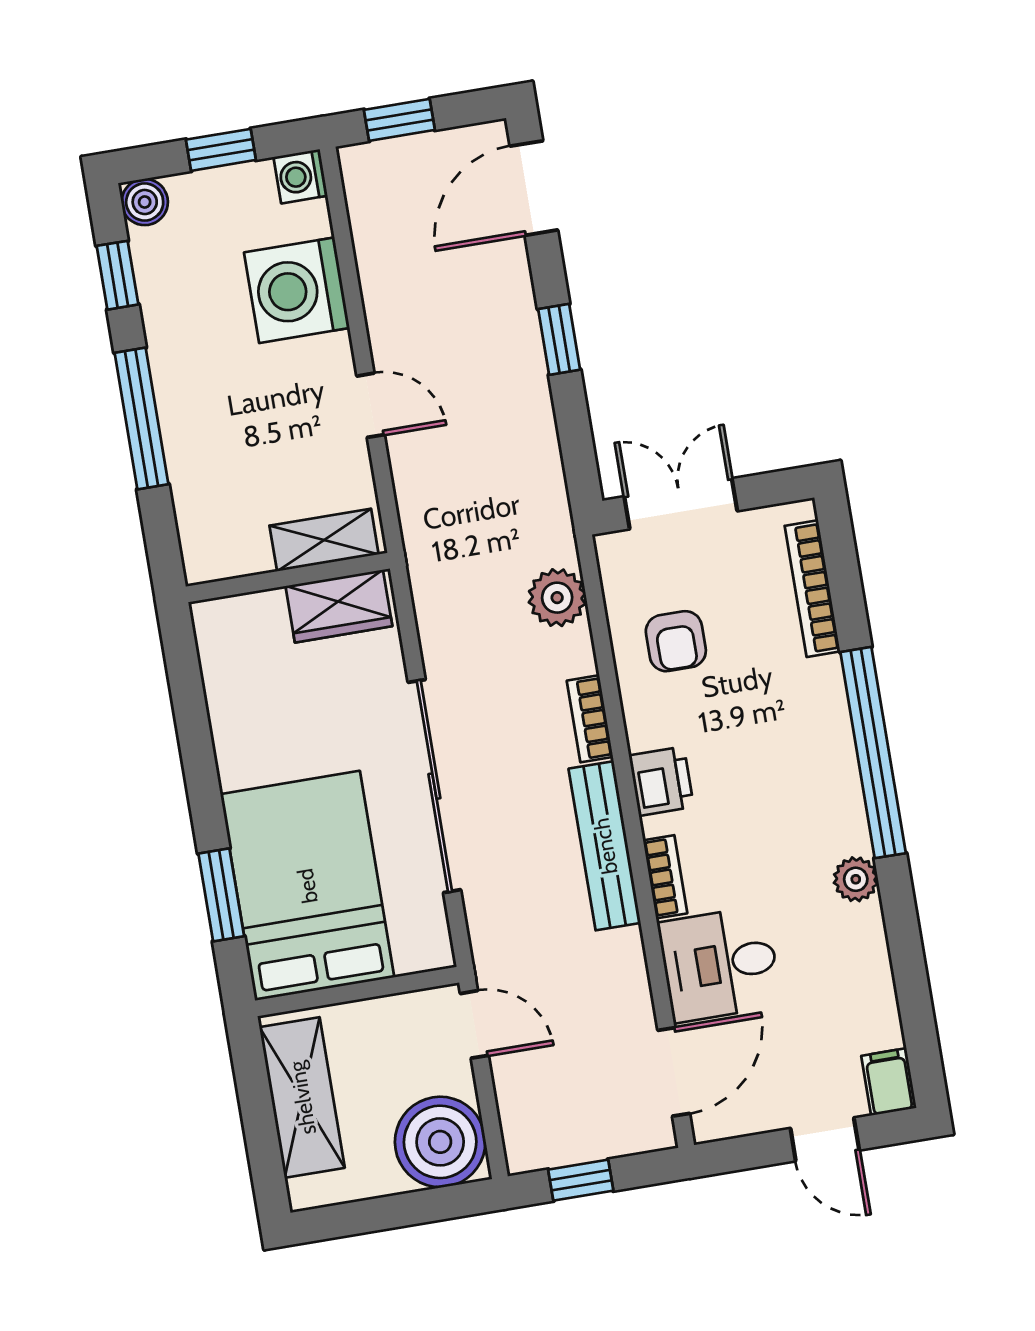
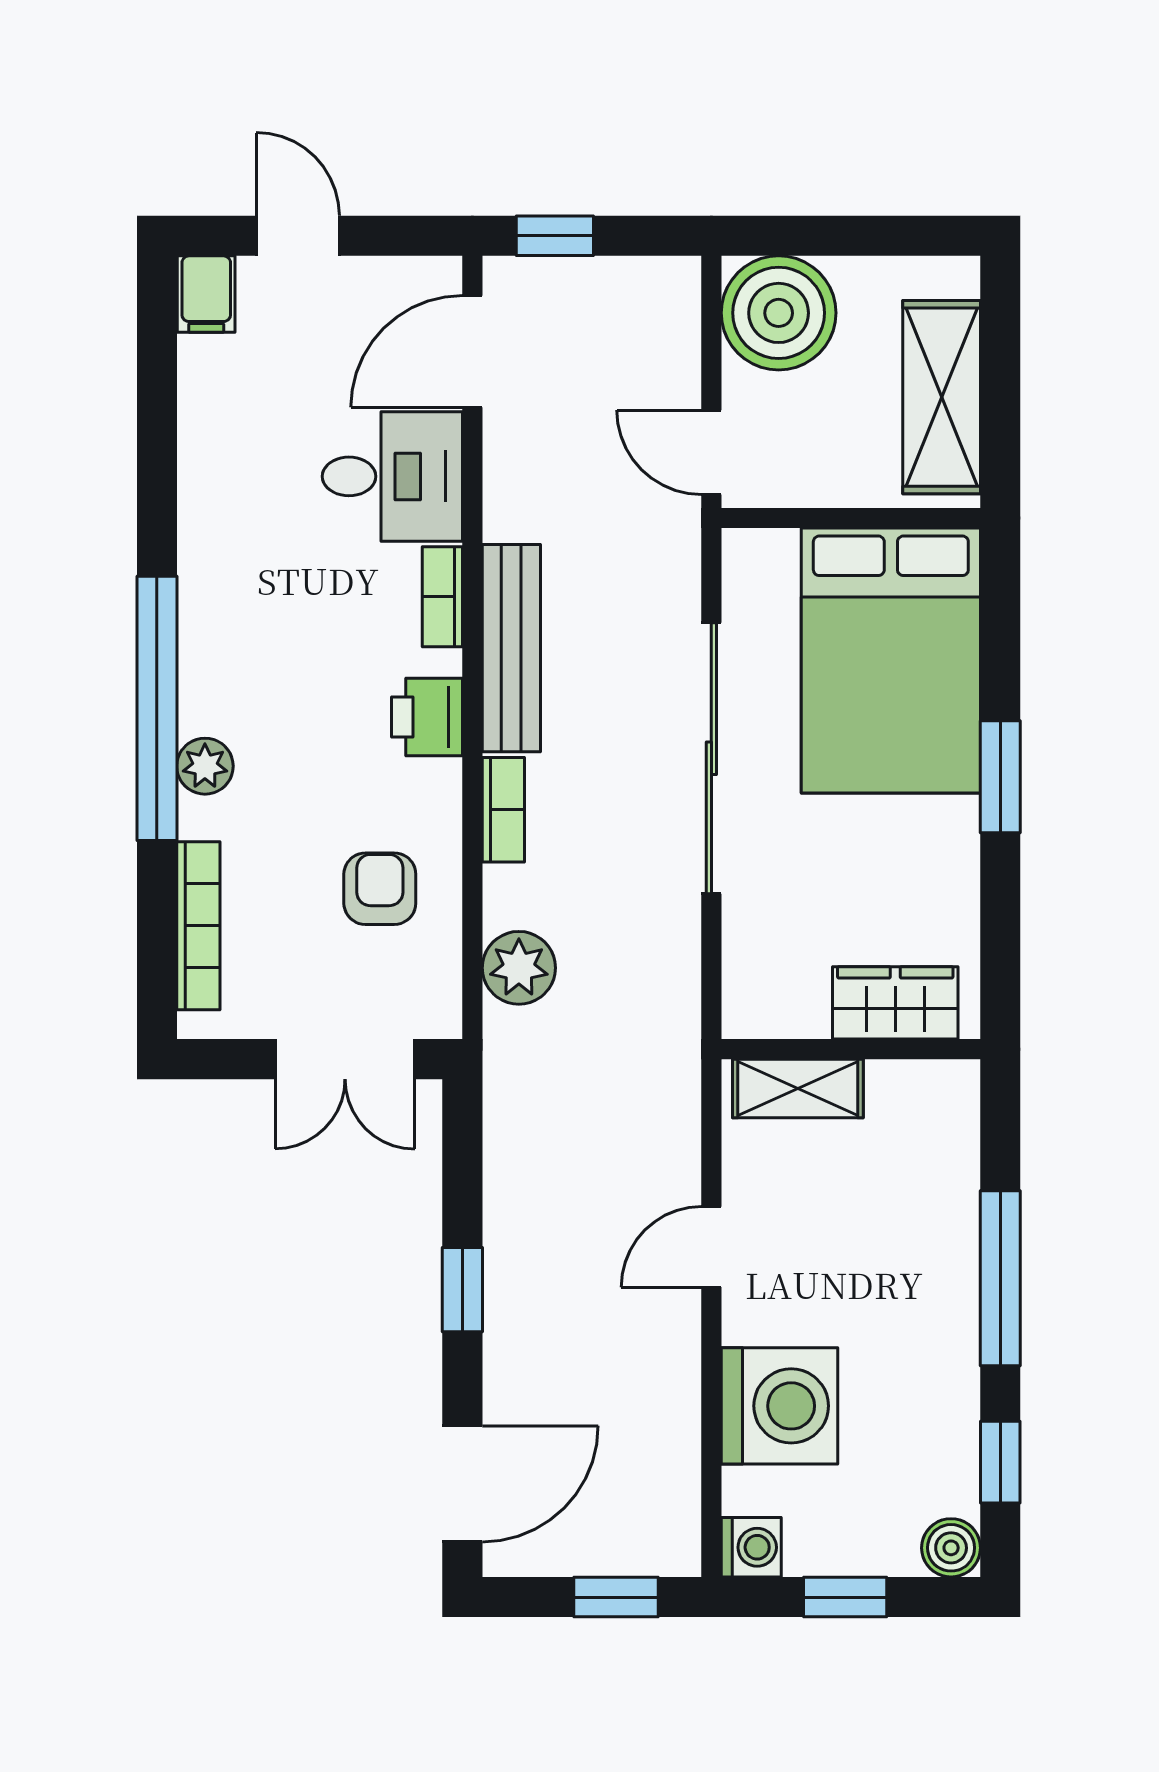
door: (371, 405) -> (711, 1247), hinge flipped
wardrobe: (339, 606) -> (895, 1003), moved
plant: (856, 879) -> (205, 766), moved
window: (221, 895) -> (1000, 777), moved
window: (581, 1180) -> (555, 236), moved

